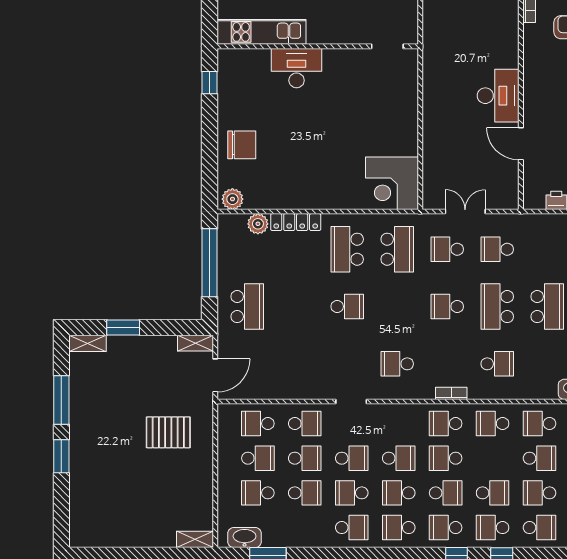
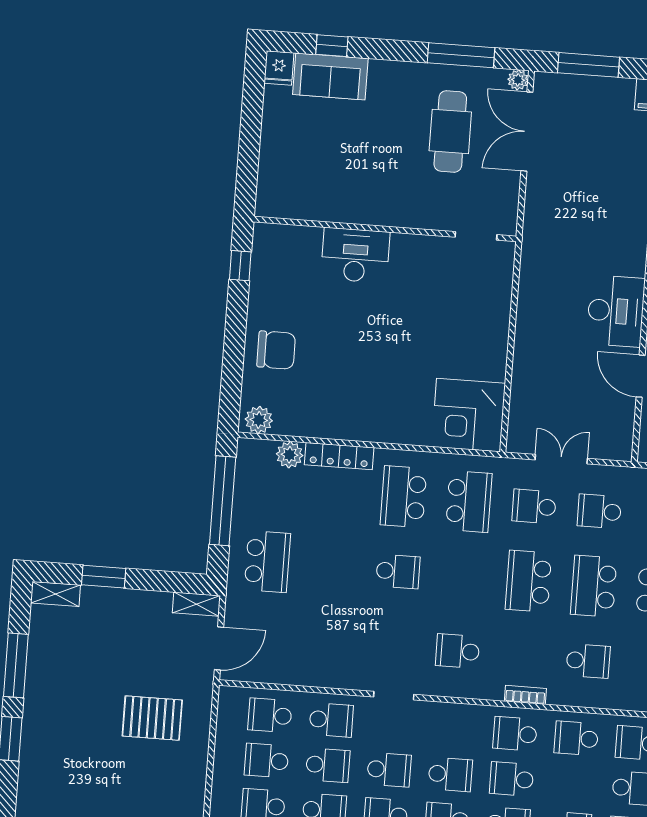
kitchen unit: (261, 32) -> (313, 205), removed
school desk: (447, 307) -> (528, 581), width x1.85
school desk: (258, 458) -> (267, 761), turned 180

